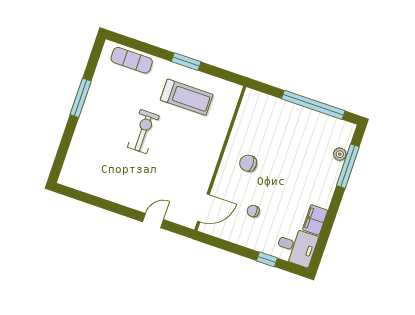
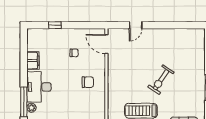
exercise bike: (143, 131) -> (161, 80), turned 34
door: (203, 208) -> (106, 44), hinge flipped
desk: (296, 247) -> (39, 87), moved, width x1.37

